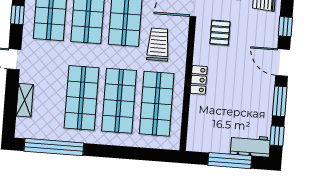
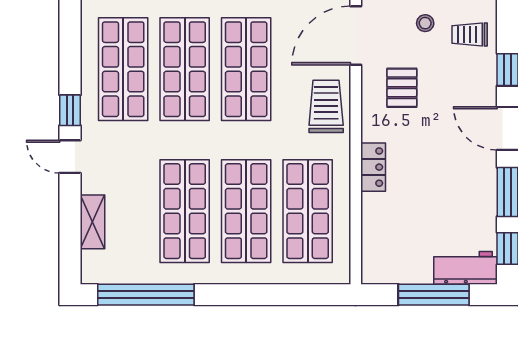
window: (17, 15) -> (70, 110), moved
trolley: (158, 44) -> (326, 106), moved

